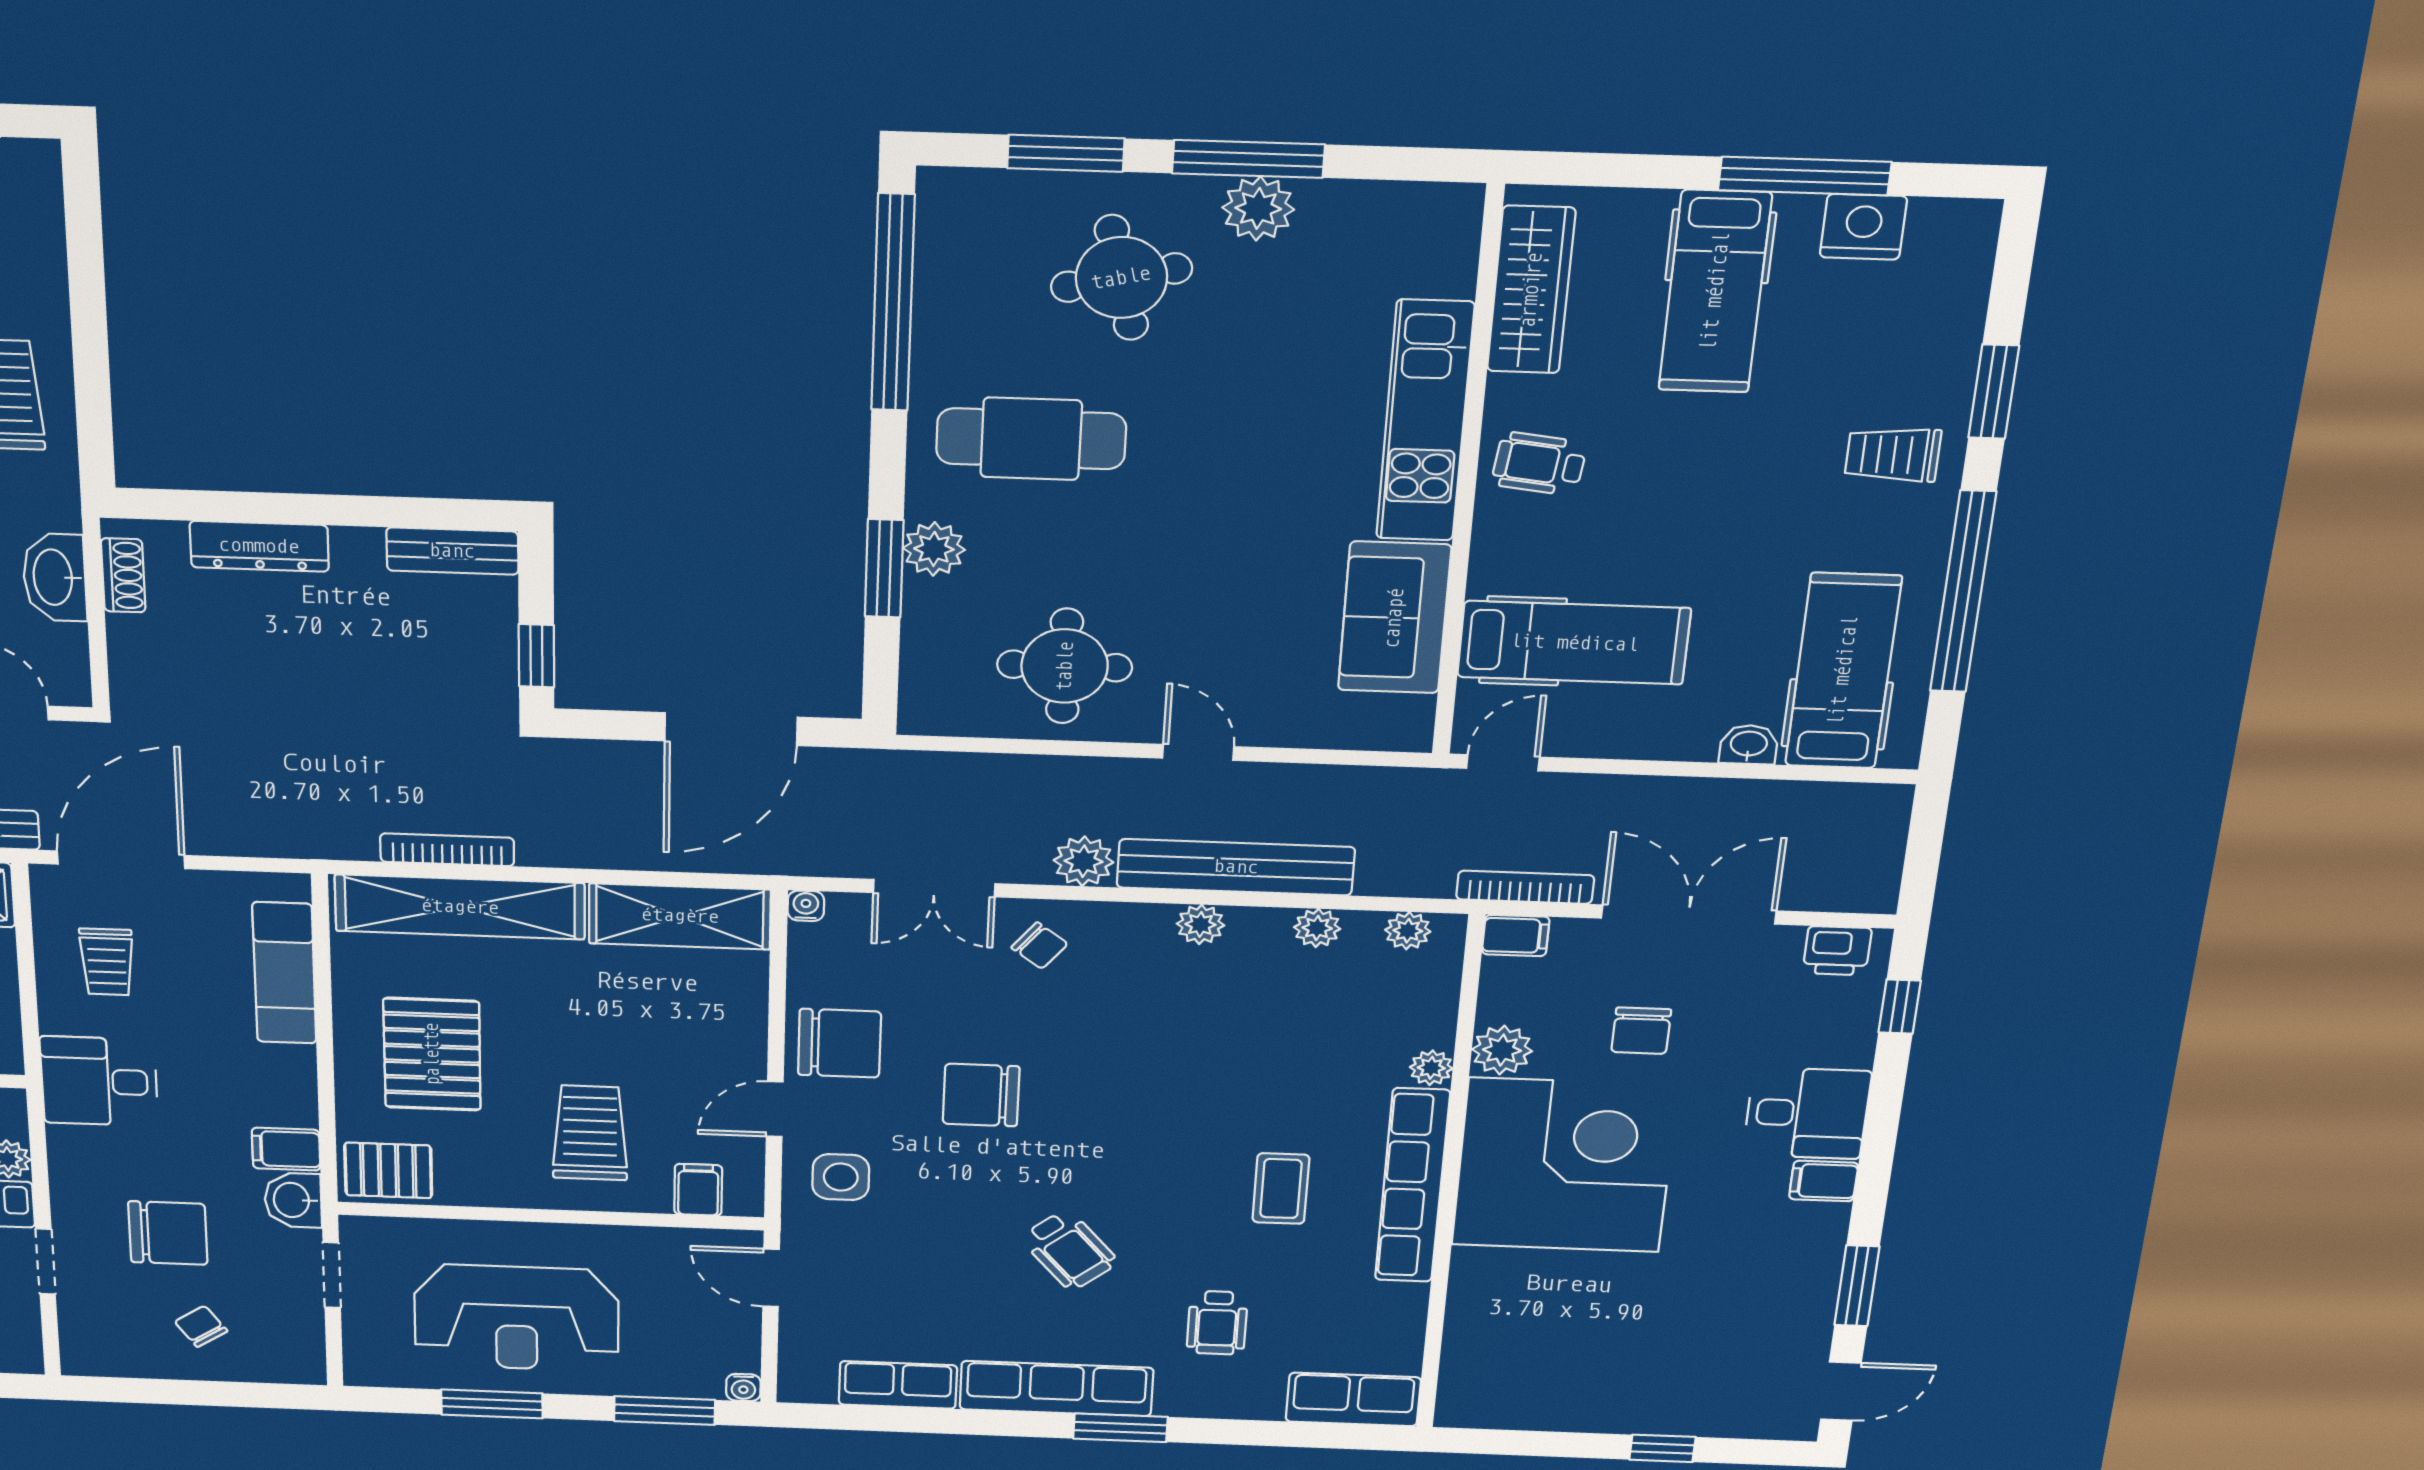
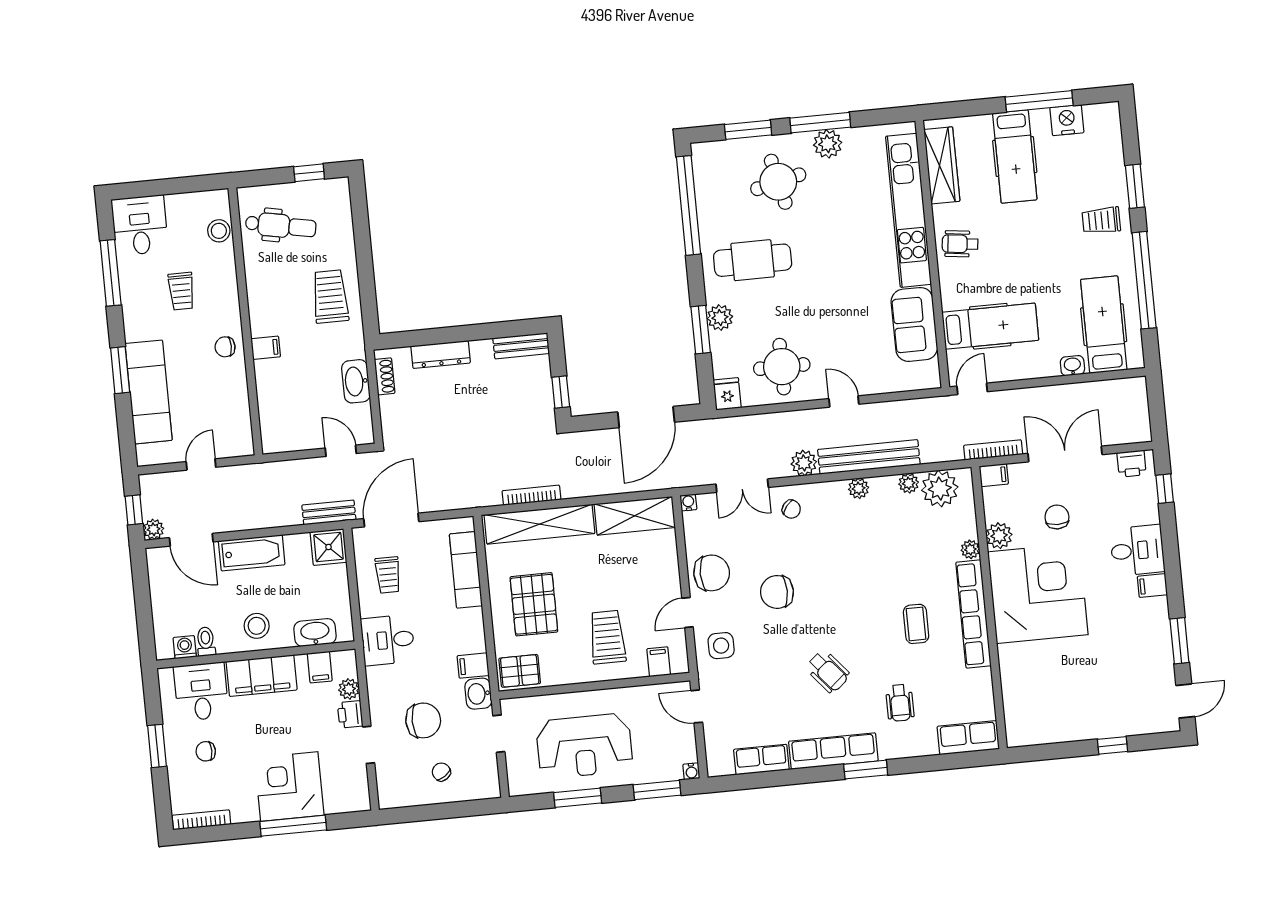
kitchen unit: (1425, 421) -> (908, 210), width x1.36
fridge: (927, 705) -> (727, 394), added
plant: (1408, 931) -> (940, 489), width x1.87, depth x1.87
chair: (1641, 1031) -> (1057, 517), turned 180

